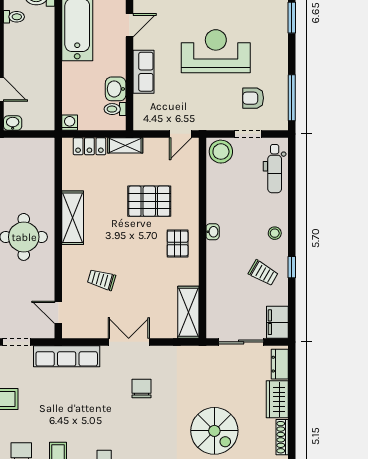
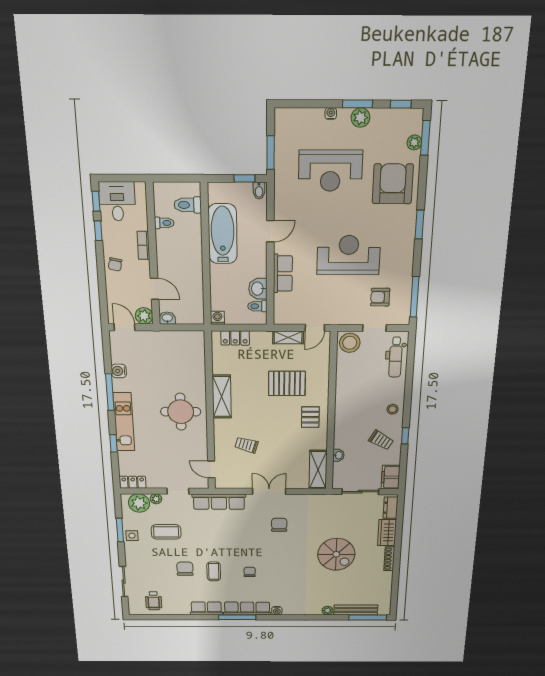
shelving: (125, 145) -> (288, 337), moved
washbasin: (213, 232) -> (338, 455), moved

